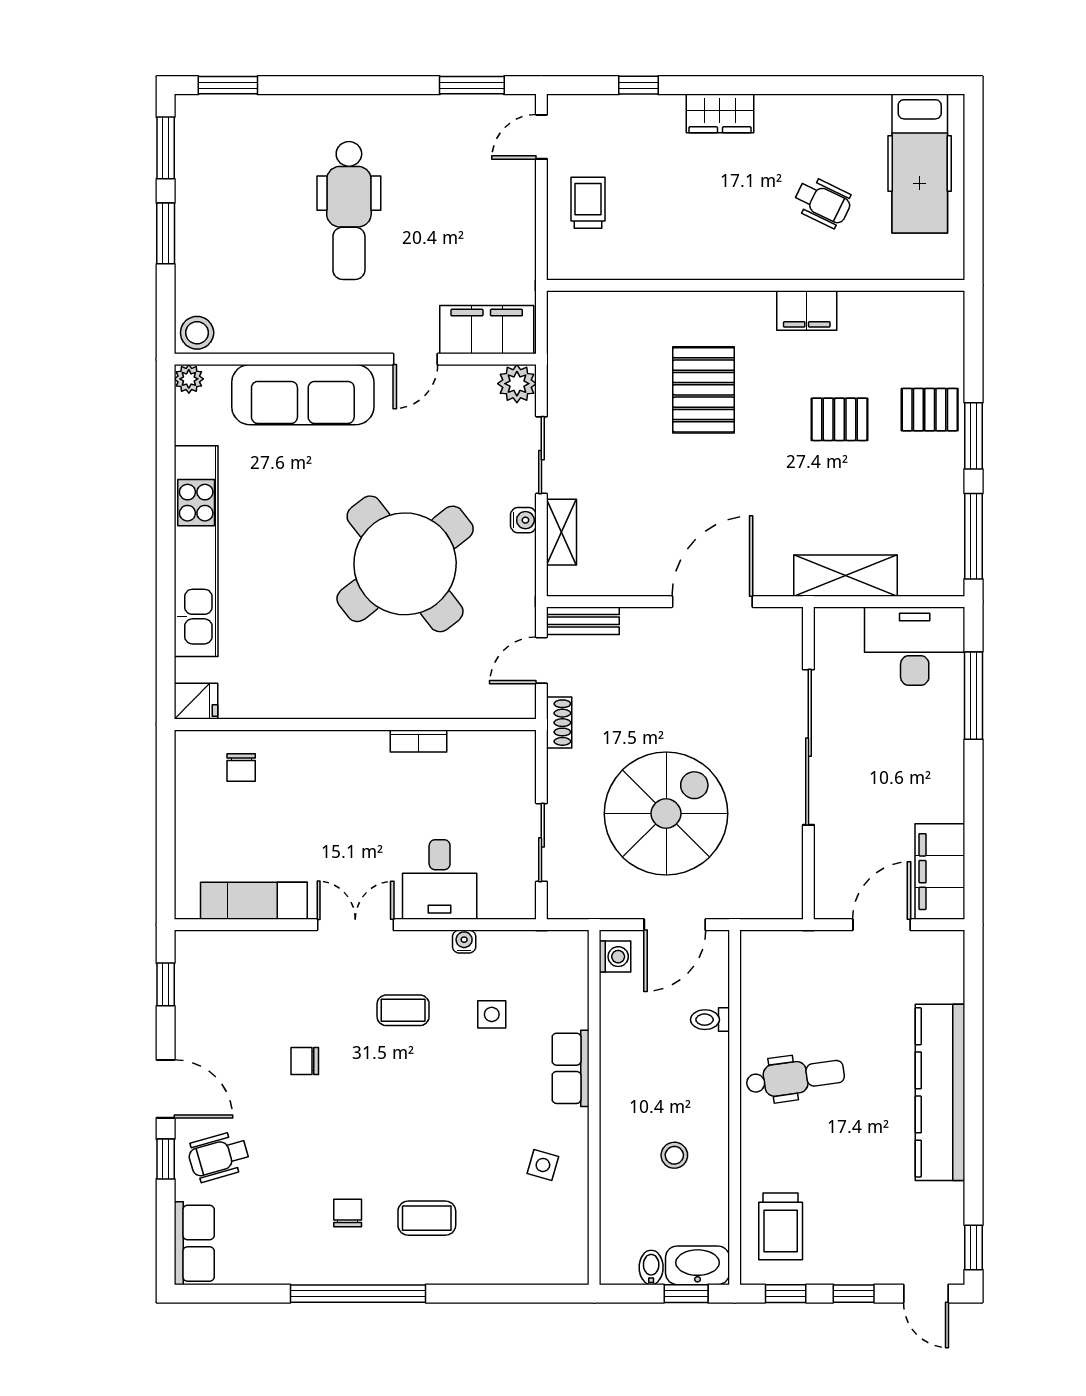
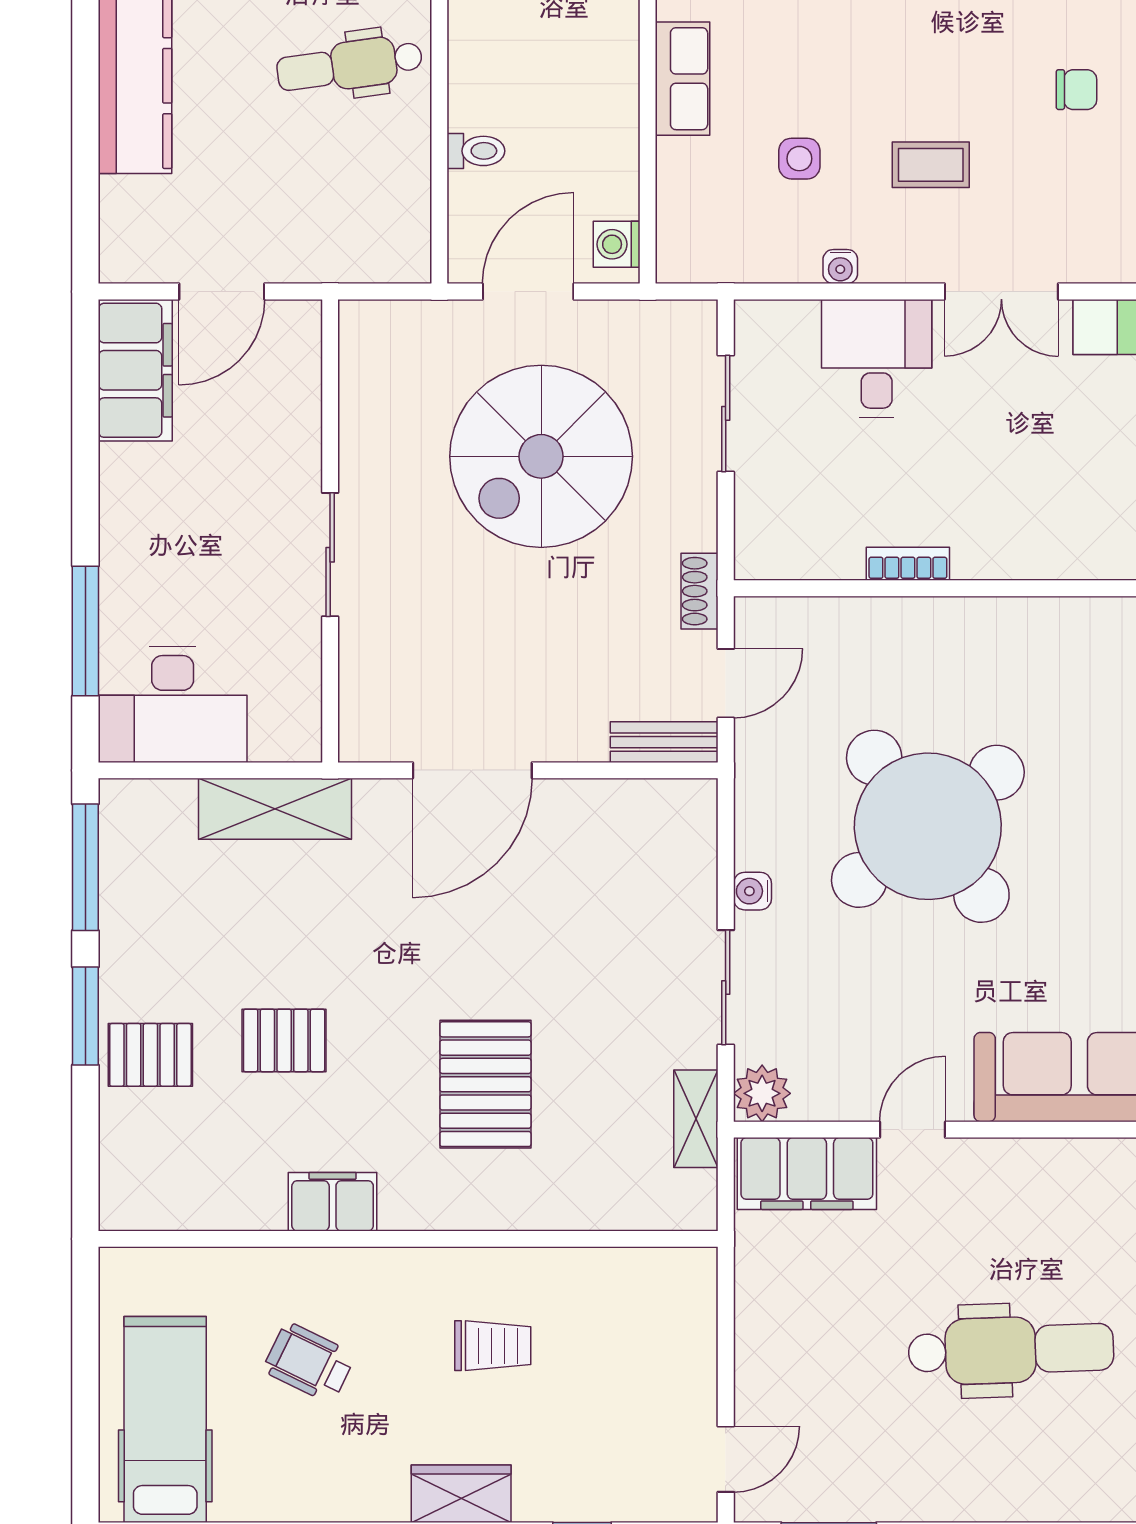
trolley: (588, 203) -> (493, 1346), moved, turned -90
dental chair: (349, 210) -> (1011, 1350), turned 88
shelving: (562, 532) -> (696, 1119), moved
sliding door: (808, 747) -> (330, 555), width x0.54

